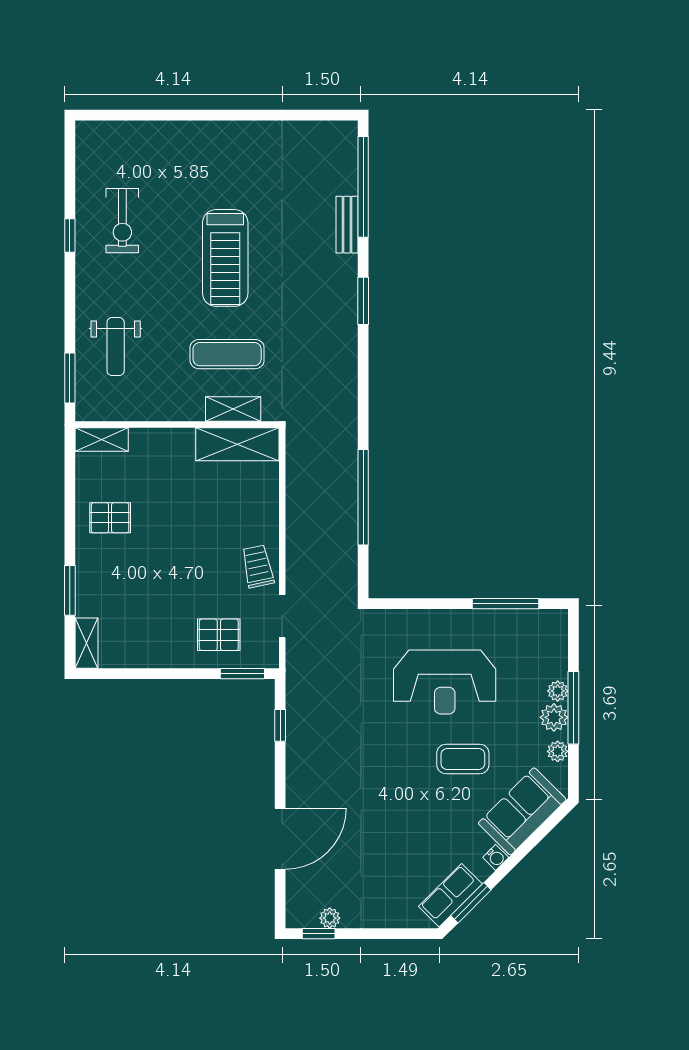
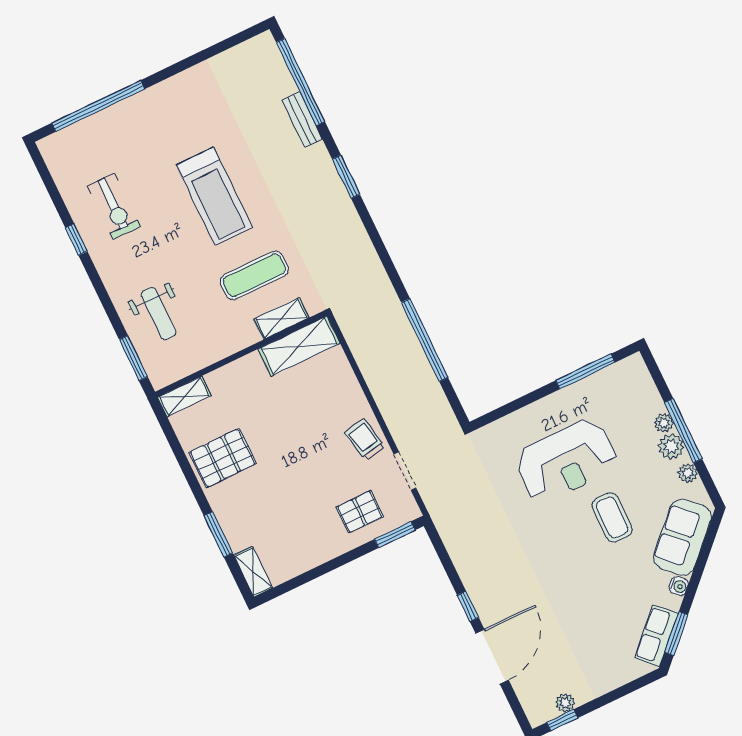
window: (154, 115) -> (98, 106), added
pallet: (110, 518) -> (223, 458), width x1.50, depth x1.42
window: (280, 725) -> (468, 606), moved
coffee table: (463, 759) -> (612, 517), turned 90

